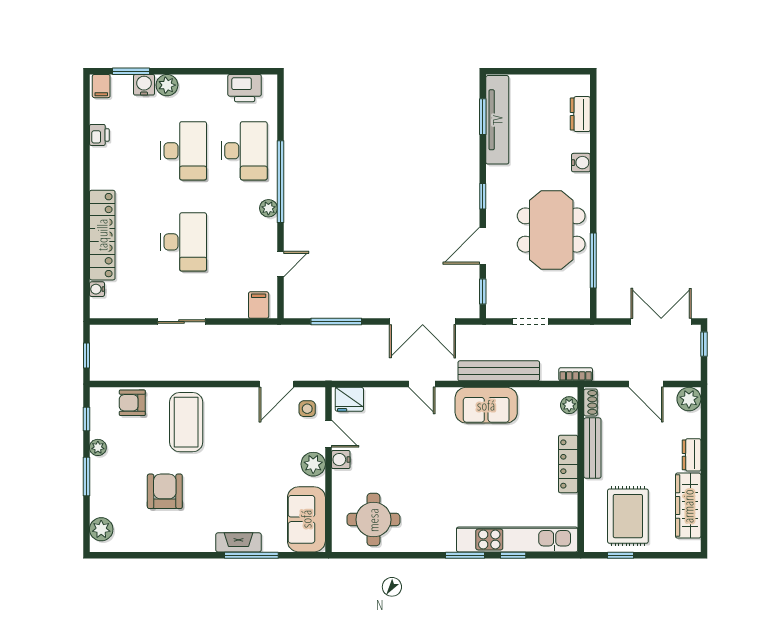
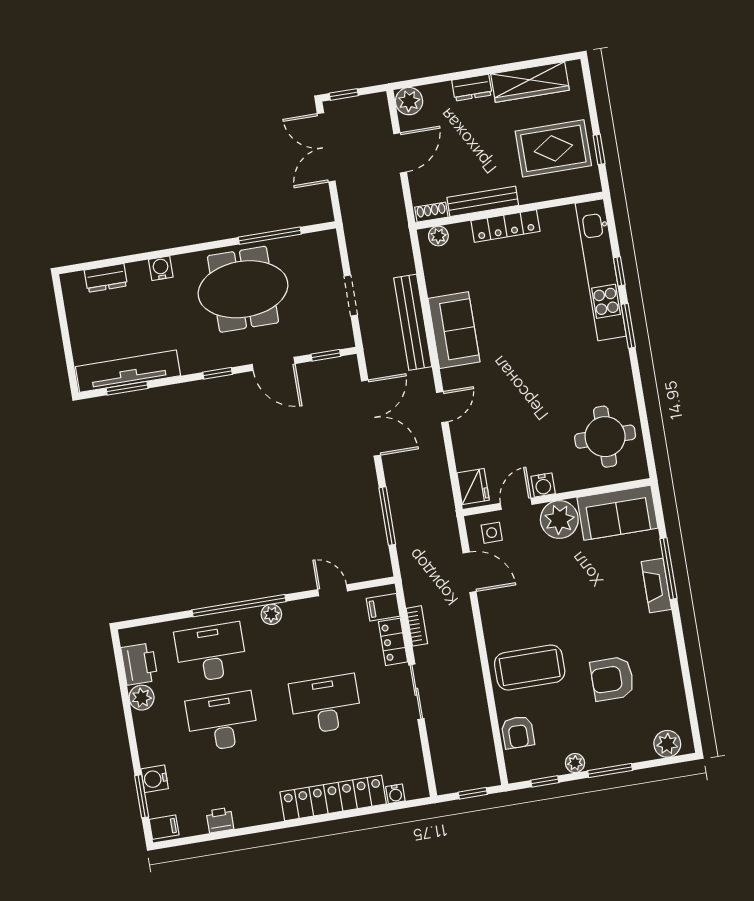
plant: (167, 85) -> (142, 698), moved
locker: (228, 309) -> (393, 642), added
bookcase: (576, 374) -> (417, 626), moved, turned 180
plant: (313, 464) -> (559, 520), width x1.36, depth x1.36

